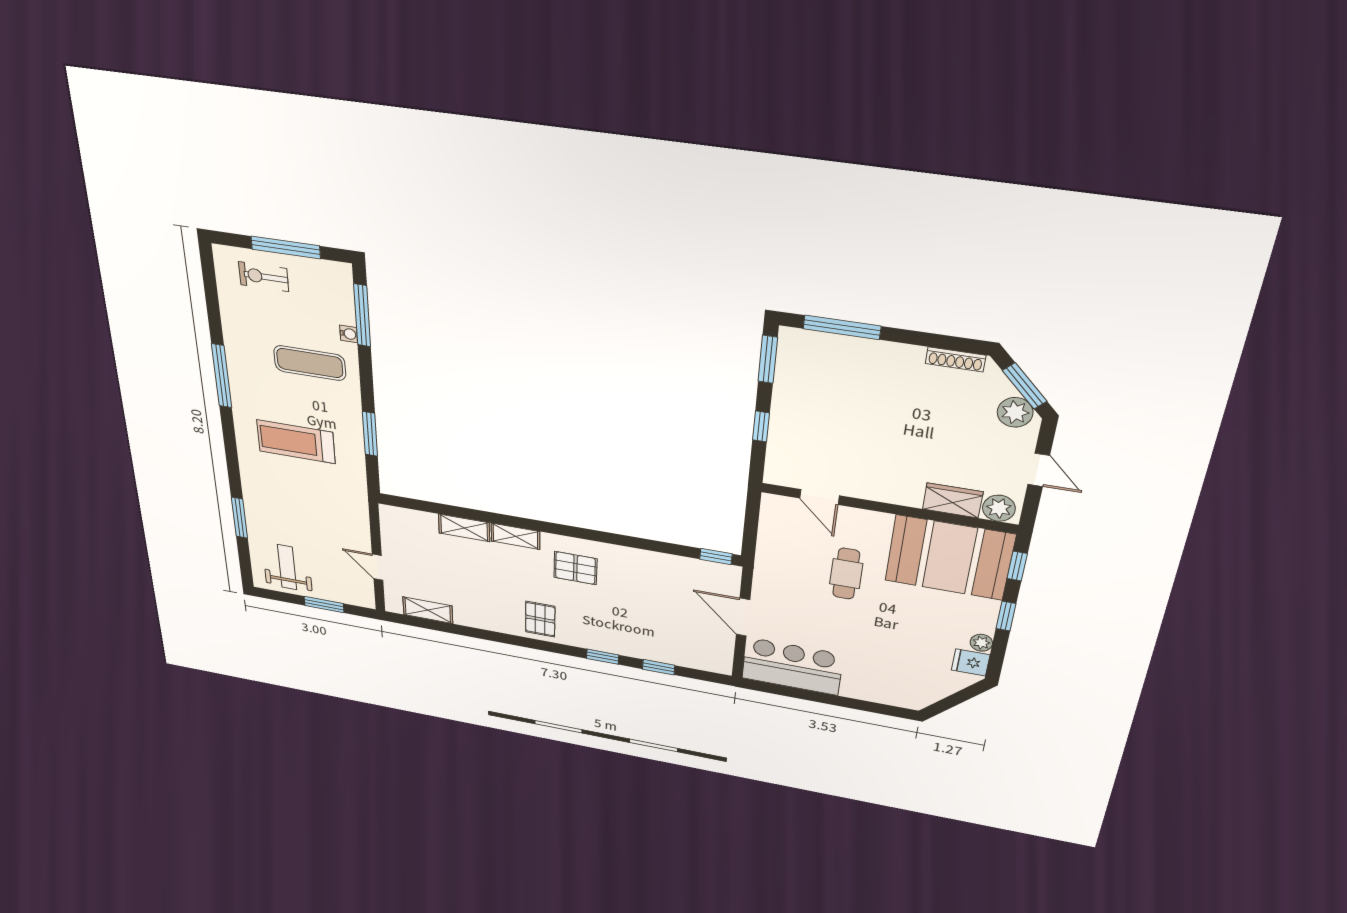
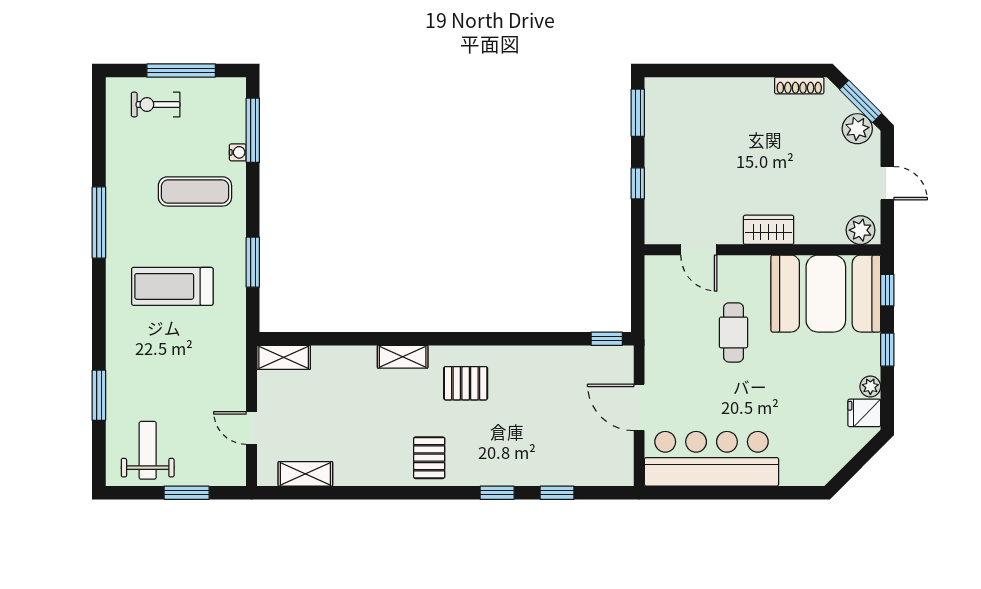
window: (842, 327) -> (699, 71), removed
wardrobe: (953, 500) -> (769, 230), moved
shelving: (464, 528) -> (284, 357), moved
bar counter: (792, 666) -> (712, 459), width x1.36

